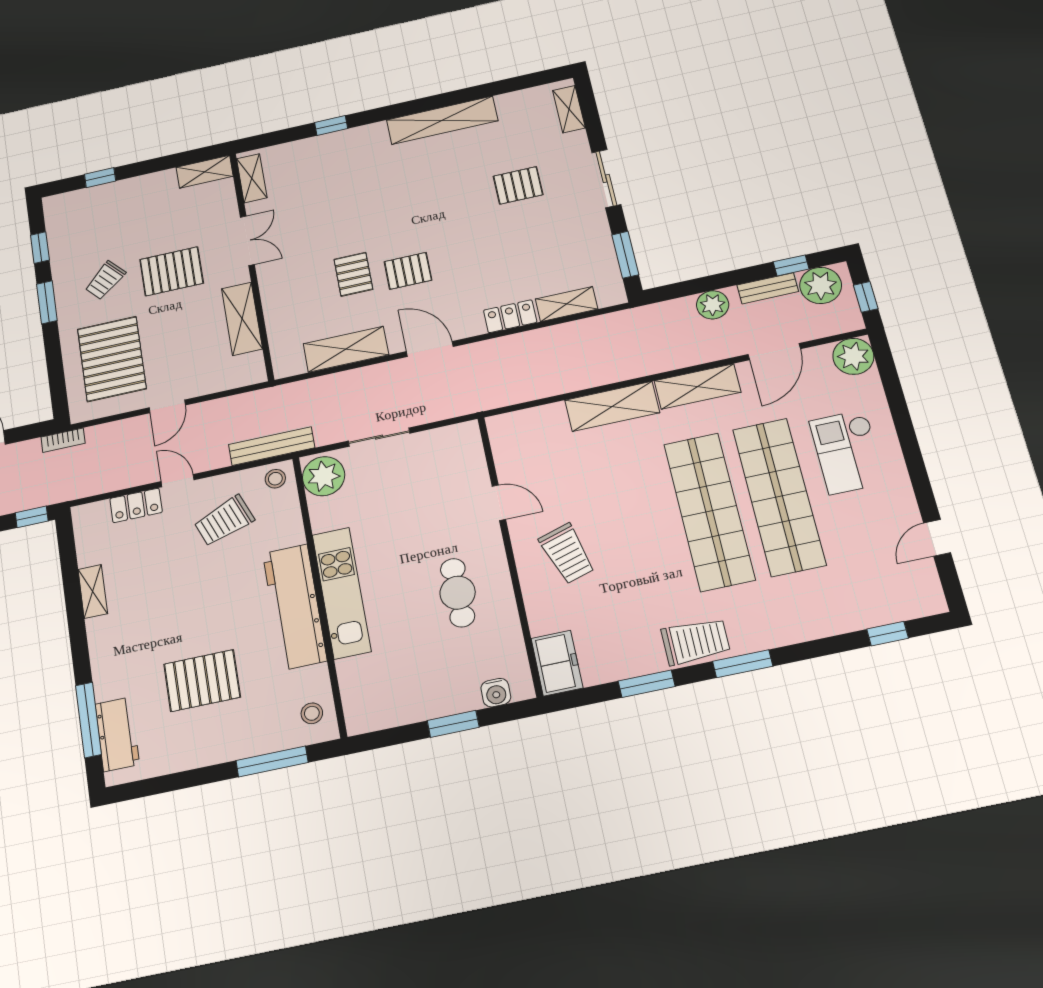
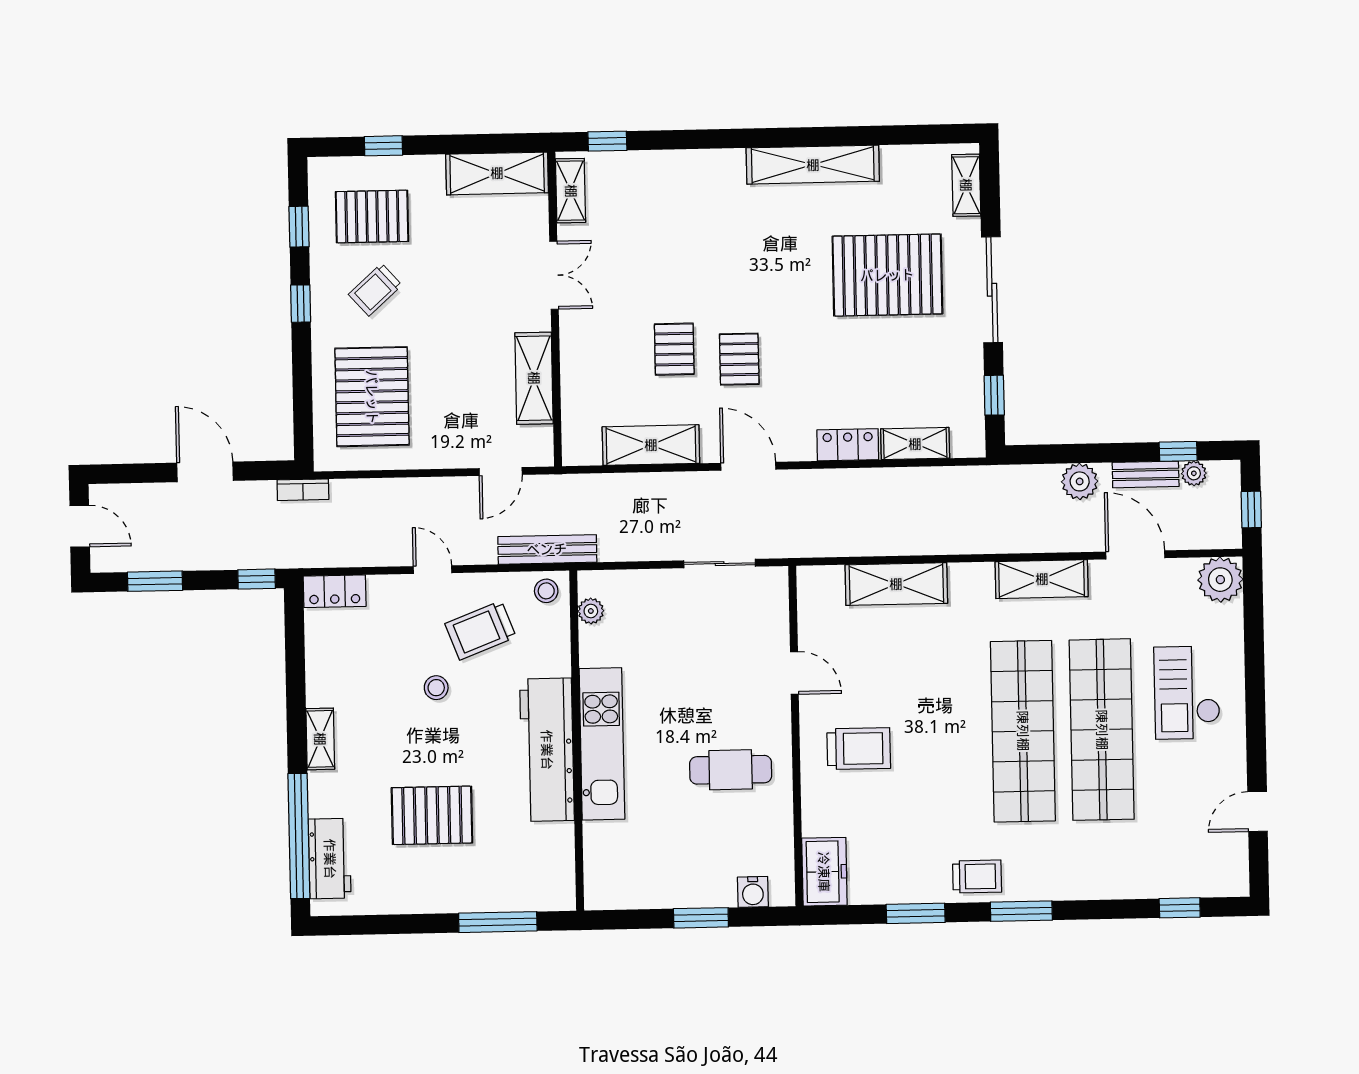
window: (331, 125) -> (607, 141), moved
shelving: (205, 172) -> (497, 173), width x1.50, depth x1.33
sliding door: (606, 178) -> (992, 290), width x1.37
pallet: (518, 185) -> (887, 275), width x2.05, depth x2.00
window: (625, 255) -> (994, 395), width x0.67
pallet: (172, 271) -> (372, 217), moved
pallet: (408, 271) -> (739, 359), turned 90
plant: (821, 285) -> (1194, 473), width x0.53, depth x0.53
window: (47, 302) -> (301, 304), width x0.67
door: (774, 352) -> (1135, 555), swing flipped
door: (167, 406) -> (501, 471), moved
shelving: (612, 406) -> (896, 584), moved
sliding door: (379, 437) -> (720, 564), moved
plant: (324, 476) -> (591, 611), width x0.53, depth x0.53
locker: (136, 505) -> (335, 591), moved
trolley: (567, 554) -> (859, 749), turned -73
shelving: (93, 591) -> (320, 739), moved
cafe table: (458, 593) -> (731, 770), turned 90
trolley: (696, 641) -> (977, 876), width x0.73, depth x0.72
stool: (312, 713) -> (436, 688), moved
window: (88, 720) -> (299, 836), width x1.46

